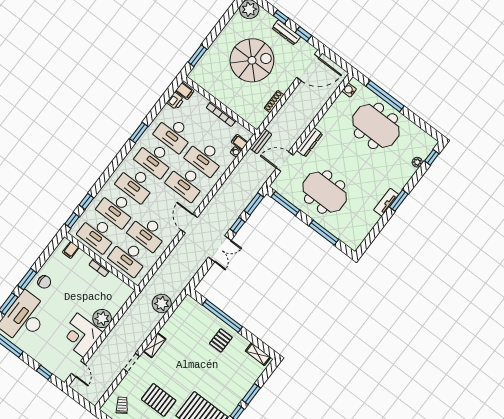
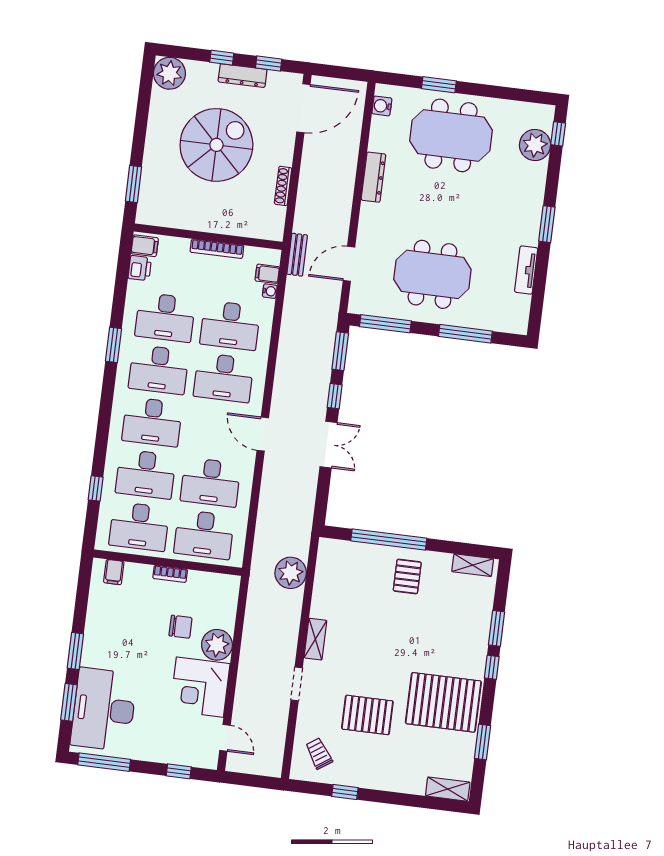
window: (385, 96) -> (439, 85), width x0.47
dresser: (310, 142) -> (373, 177), moved
plant: (417, 162) -> (535, 145), width x1.87, depth x1.87
tv unit: (386, 202) -> (526, 270), moved
window: (72, 220) -> (91, 528), removed
chair: (44, 282) -> (181, 627), moved

